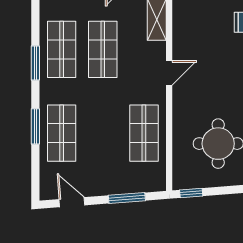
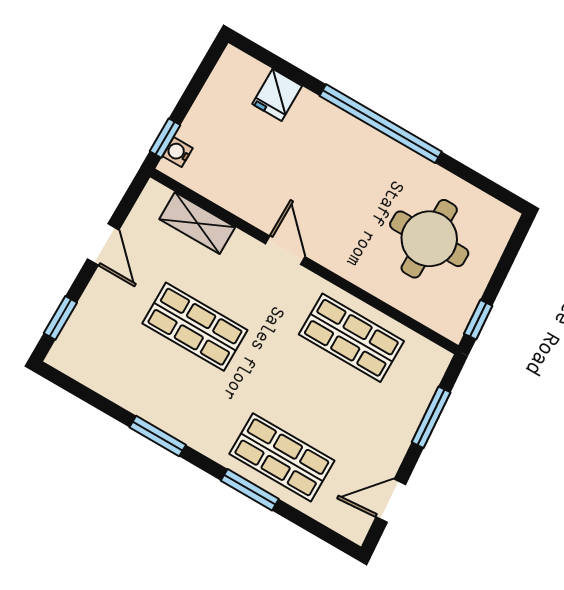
shop shelf: (62, 49) -> (160, 386), removed

